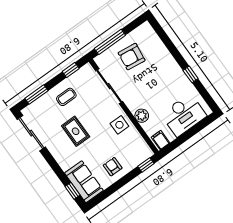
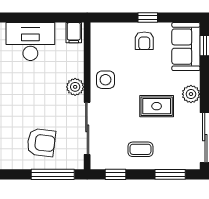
plant: (142, 116) -> (75, 87), moved
rug: (76, 131) -> (157, 106), turned 90
plant: (59, 154) -> (191, 94), added
window: (146, 165) -> (148, 18), moved

